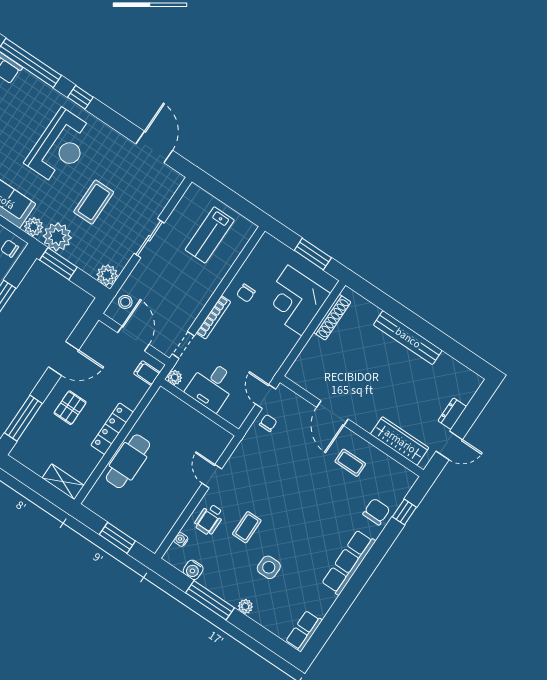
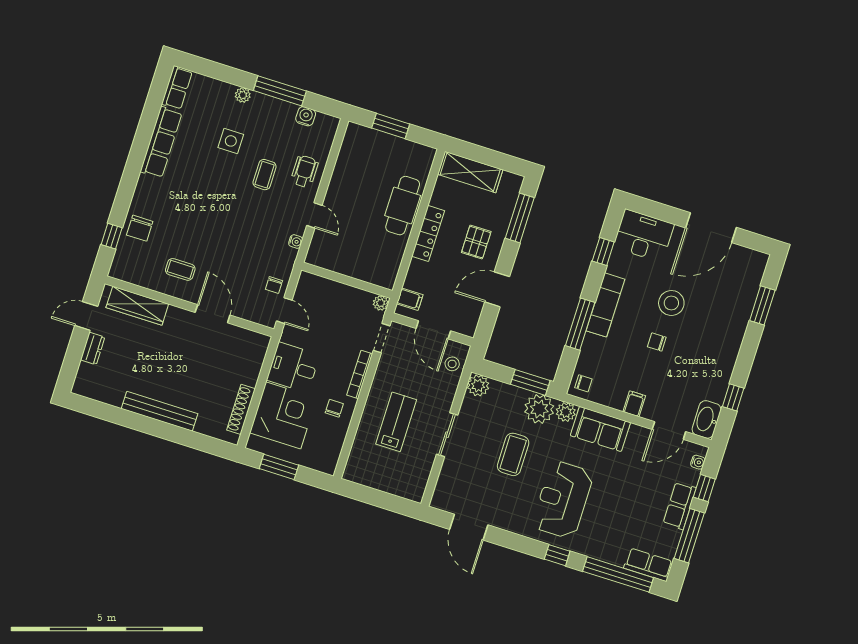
lab bench: (210, 235) -> (396, 422), moved
desk: (212, 386) -> (293, 367), moved, turned -90
shelving: (63, 482) -> (470, 172), width x1.50, depth x1.33
water cooler: (181, 539) -> (296, 242), moved
row of seats: (349, 562) -> (161, 142), moved

